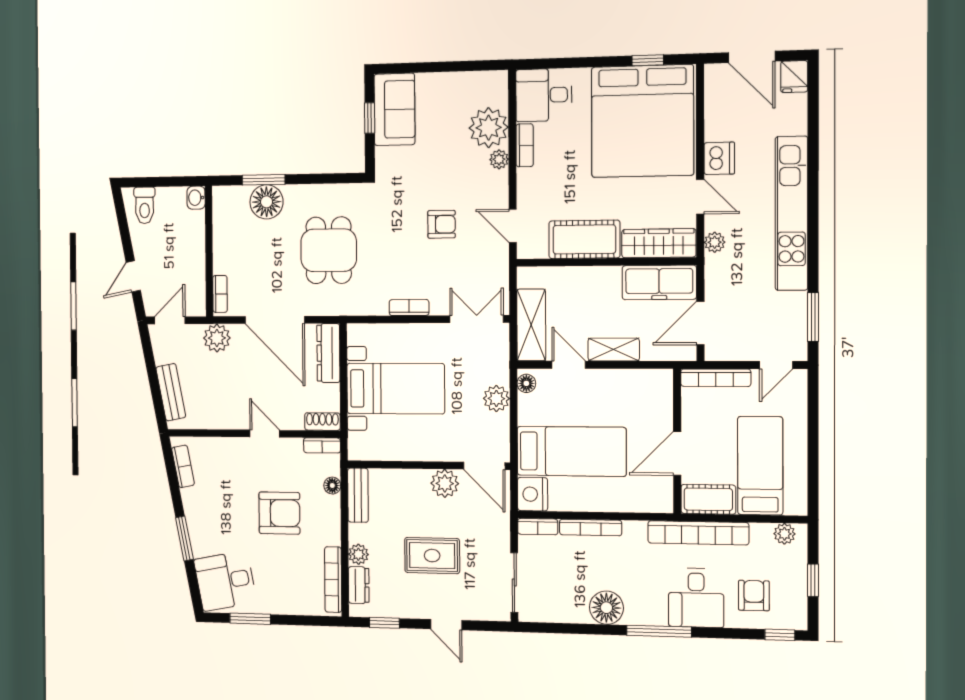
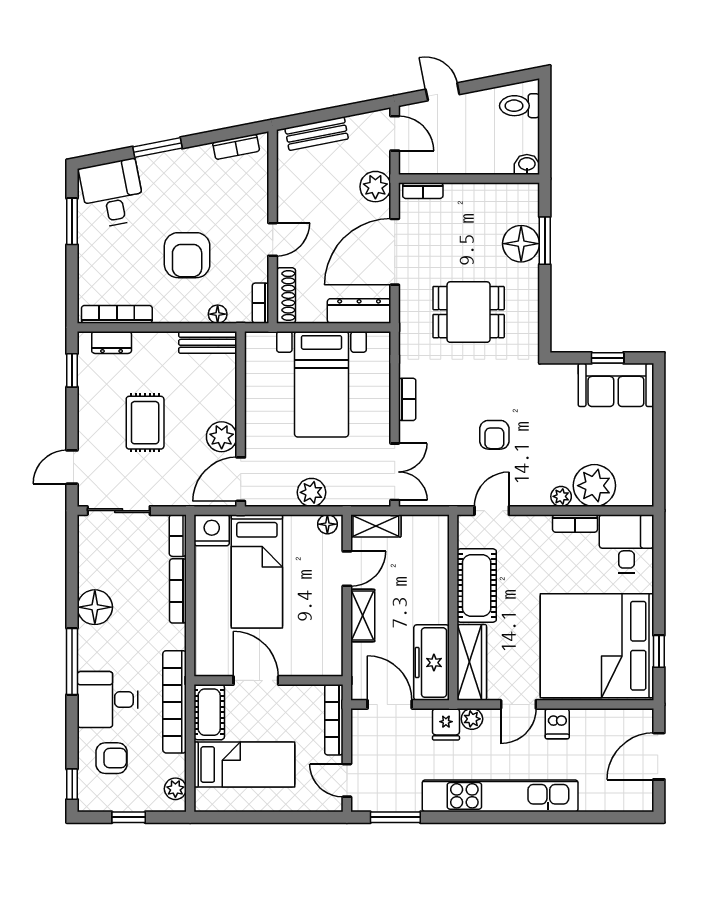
fridge: (794, 77) -> (446, 724), moved, turned -90
dishwasher: (719, 158) -> (557, 724), width x0.73
shelving: (531, 325) -> (376, 526), width x0.67, depth x0.75
shoe rack: (322, 422) -> (286, 295), width x1.43
plant: (358, 554) -> (145, 342), removed
door: (446, 625) -> (72, 467), moved

